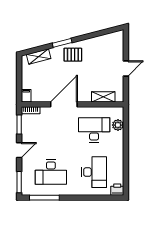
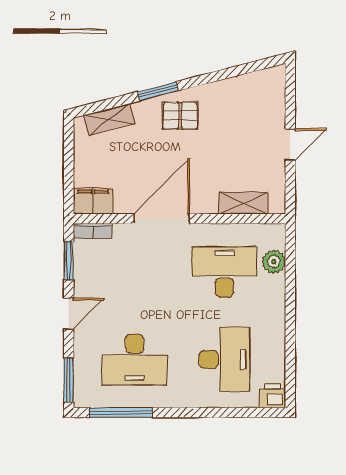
filing cabinet: (26, 96) -> (93, 201), width x2.00

